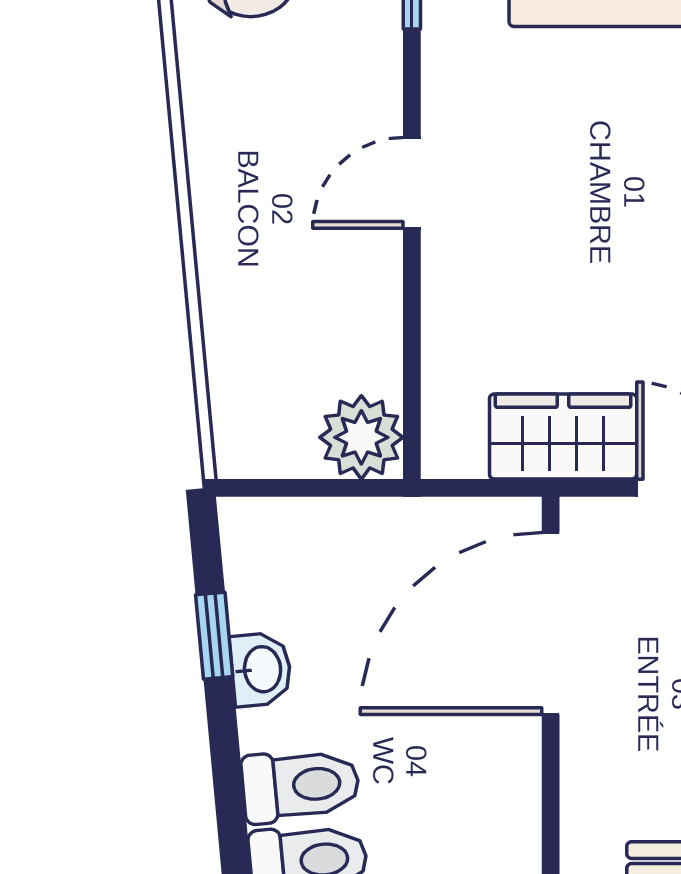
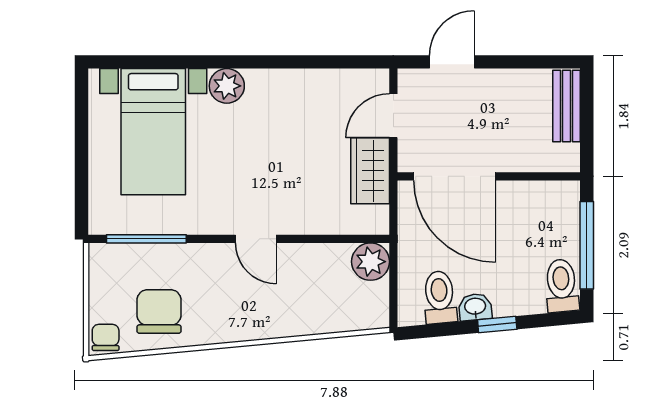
window: (214, 636) -> (497, 324), moved
toilet: (301, 785) -> (440, 297), moved

